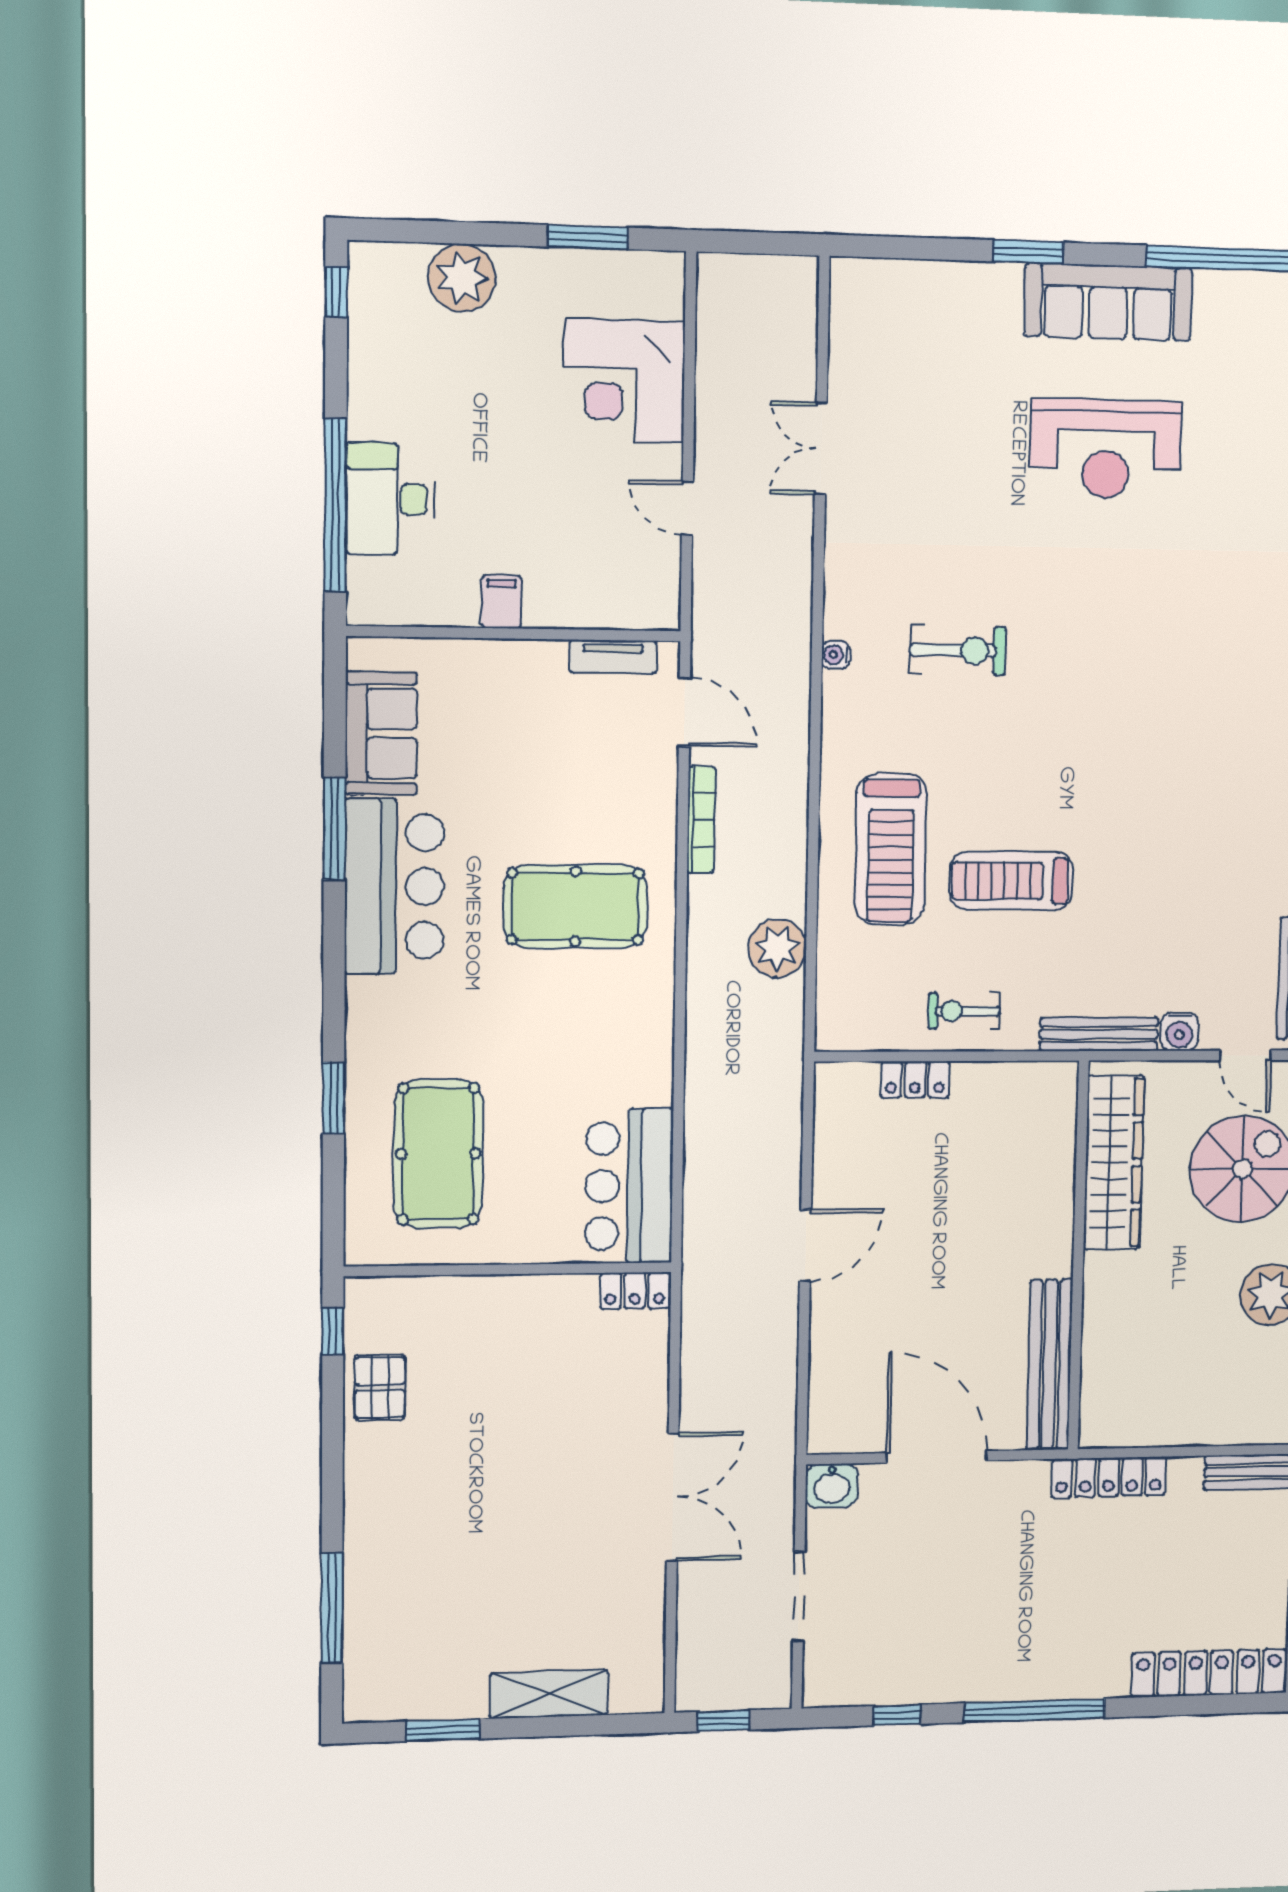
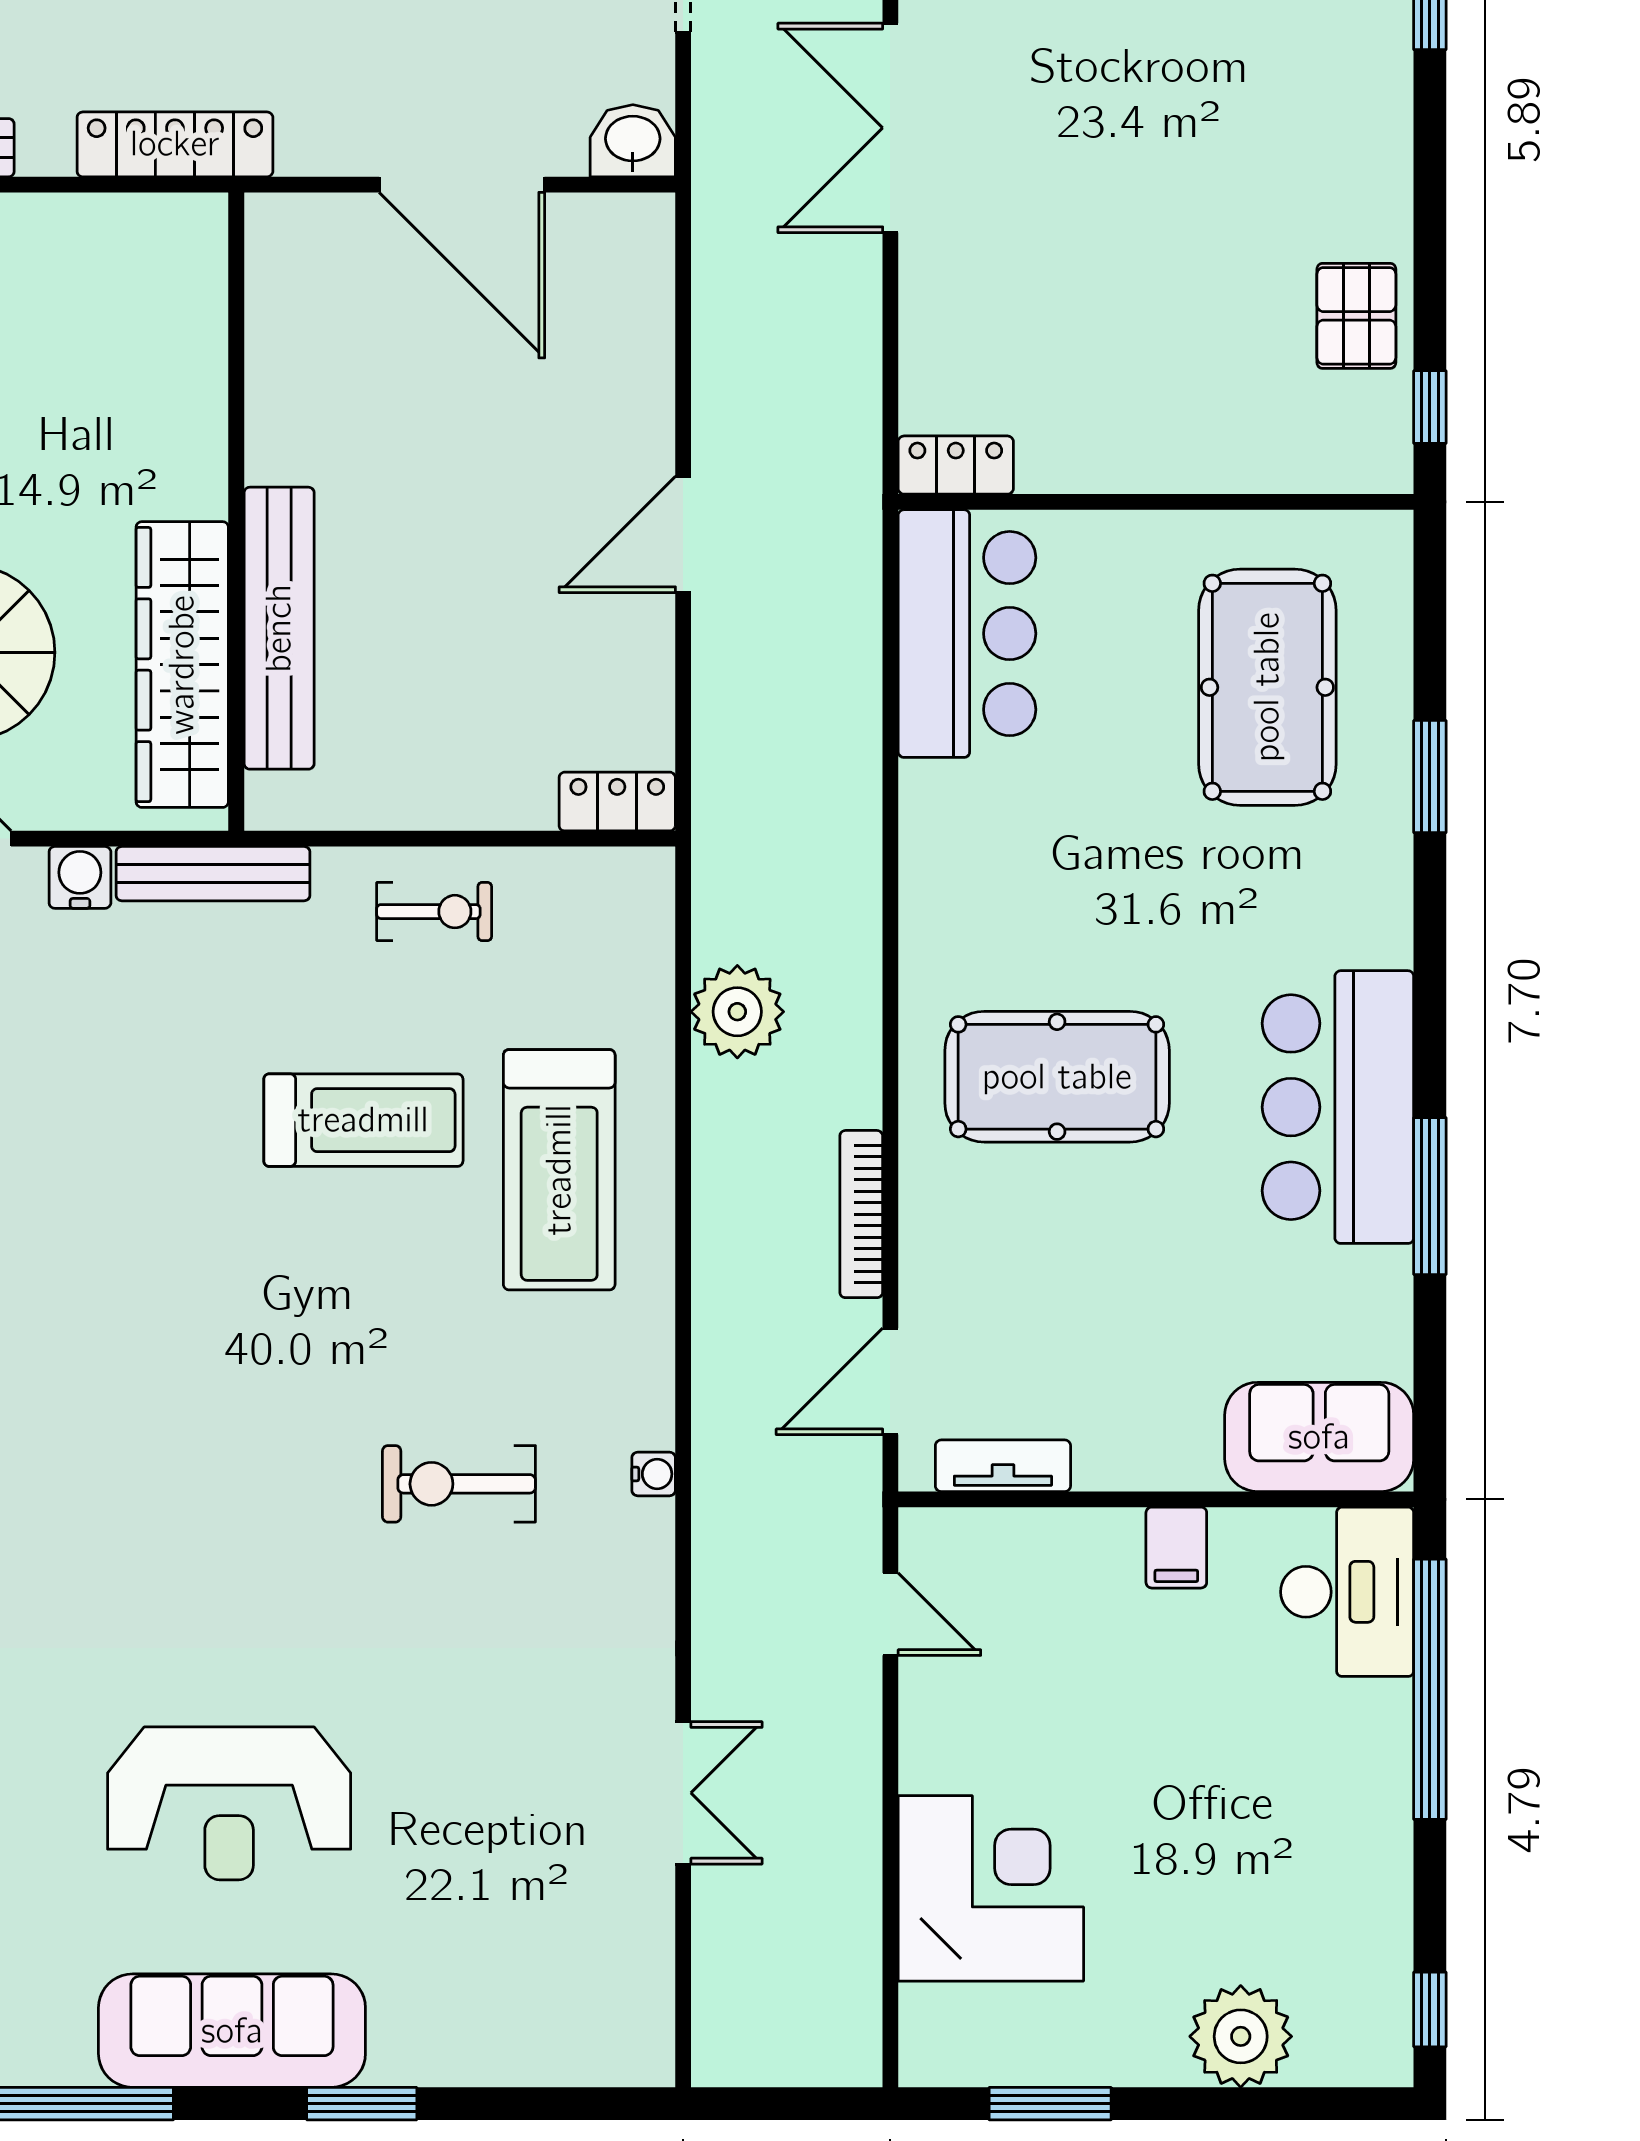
reception desk: (1106, 449) -> (229, 1803), turned 180
desk: (390, 499) -> (1347, 1592), moved
door: (687, 508) -> (890, 1614), moved
door: (684, 712) -> (890, 1381), hinge flipped
sofa: (381, 733) -> (1319, 1437), moved, turned 90
treadmill: (891, 849) -> (559, 1170), turned 180
locker: (915, 1079) -> (617, 802), moved
bench: (1049, 1365) -> (279, 628), moved

